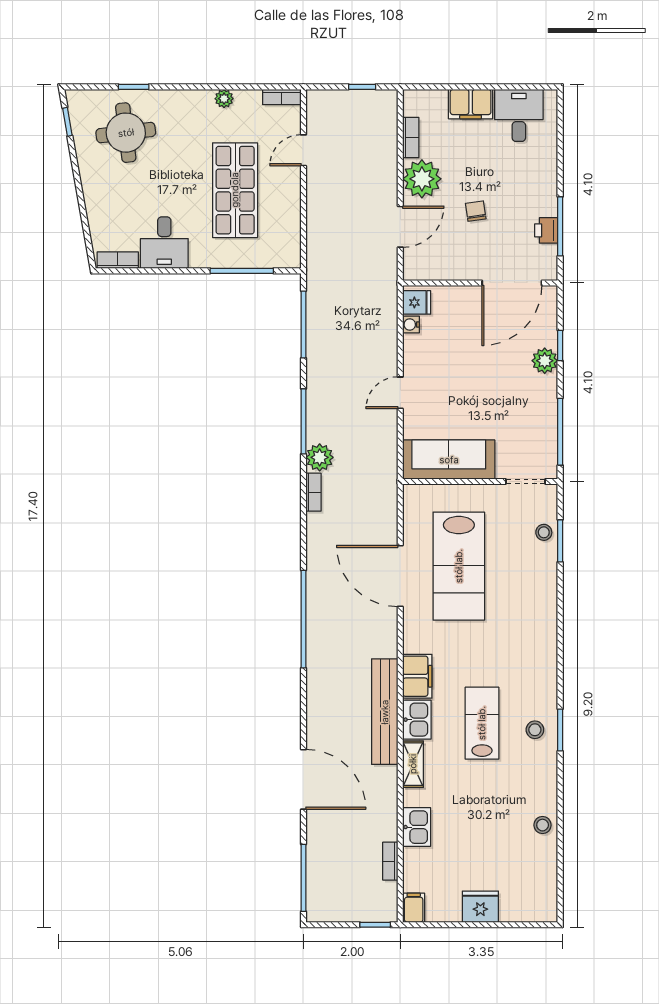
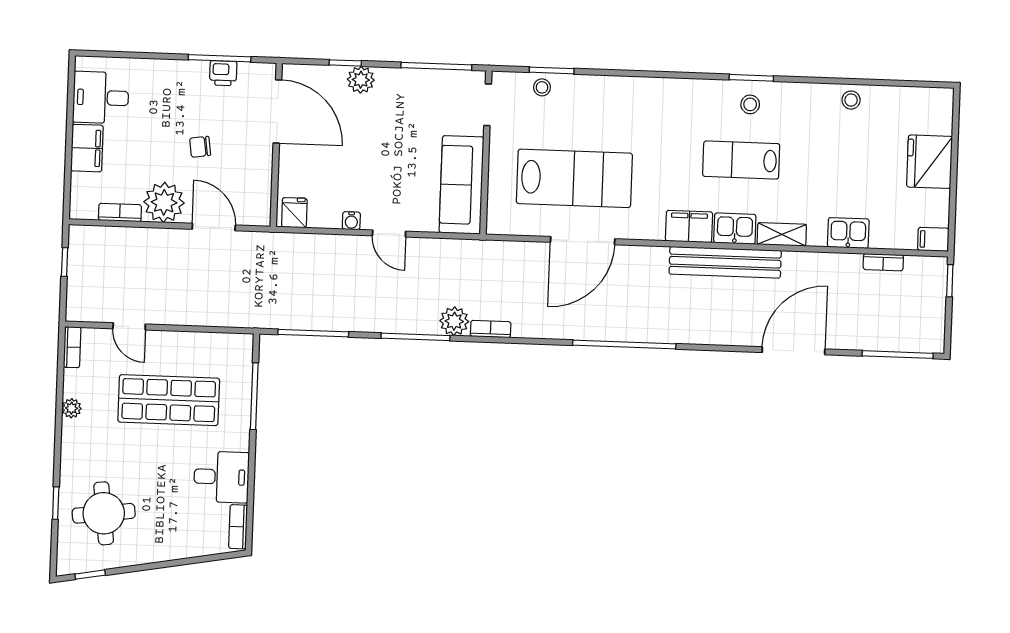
water cooler: (411, 325) -> (351, 221), moved
fridge: (480, 907) -> (930, 162), width x1.36, depth x1.34

